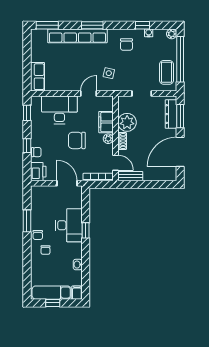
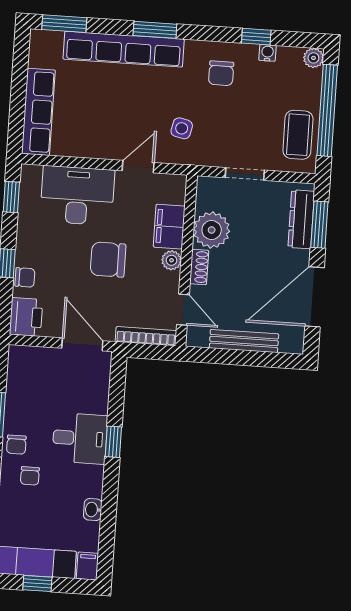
row of seats: (37, 77) -> (38, 112), width x1.48
bench: (130, 176) -> (244, 341), moved, width x1.36
desk: (69, 225) -> (80, 438), width x0.73

